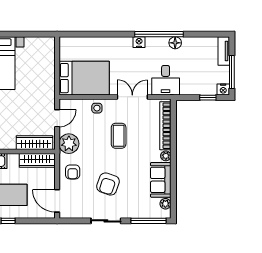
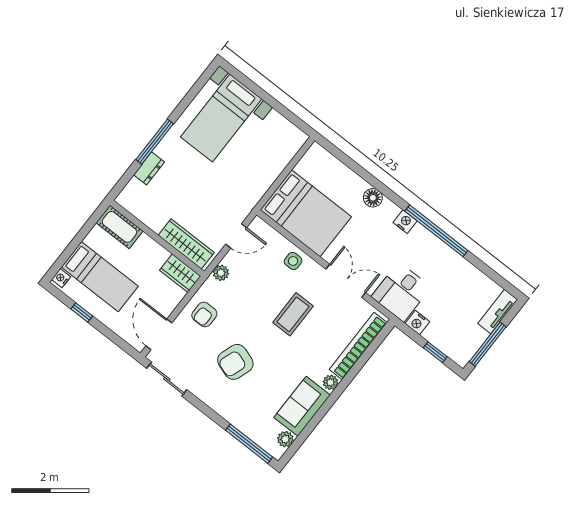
floor lamp: (175, 43) -> (373, 198), moved
nightstand: (223, 89) -> (417, 323), moved
plant: (69, 144) -> (221, 273), width x0.53, depth x0.53
wardrobe: (37, 160) -> (180, 273), width x0.67
sliding door: (106, 221) -> (167, 379), moved

